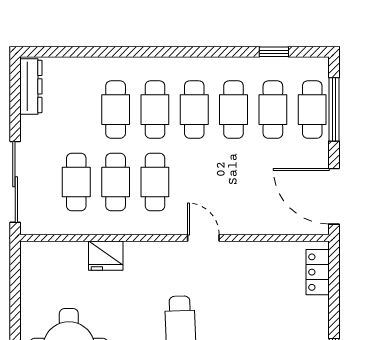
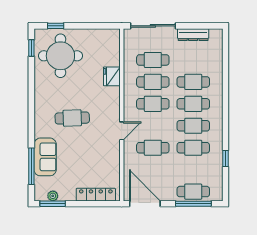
window: (274, 52) -> (225, 159), moved
dresser: (31, 86) -> (193, 35), moved
cafe table: (273, 110) -> (153, 148), moved
door: (334, 196) -> (145, 204), hinge flipped
locker: (318, 272) -> (96, 195), width x1.53

